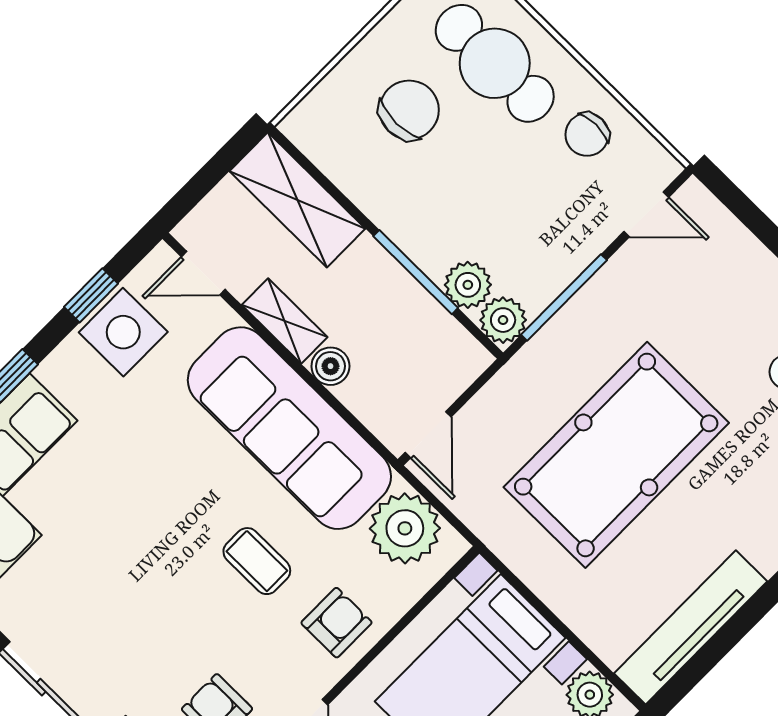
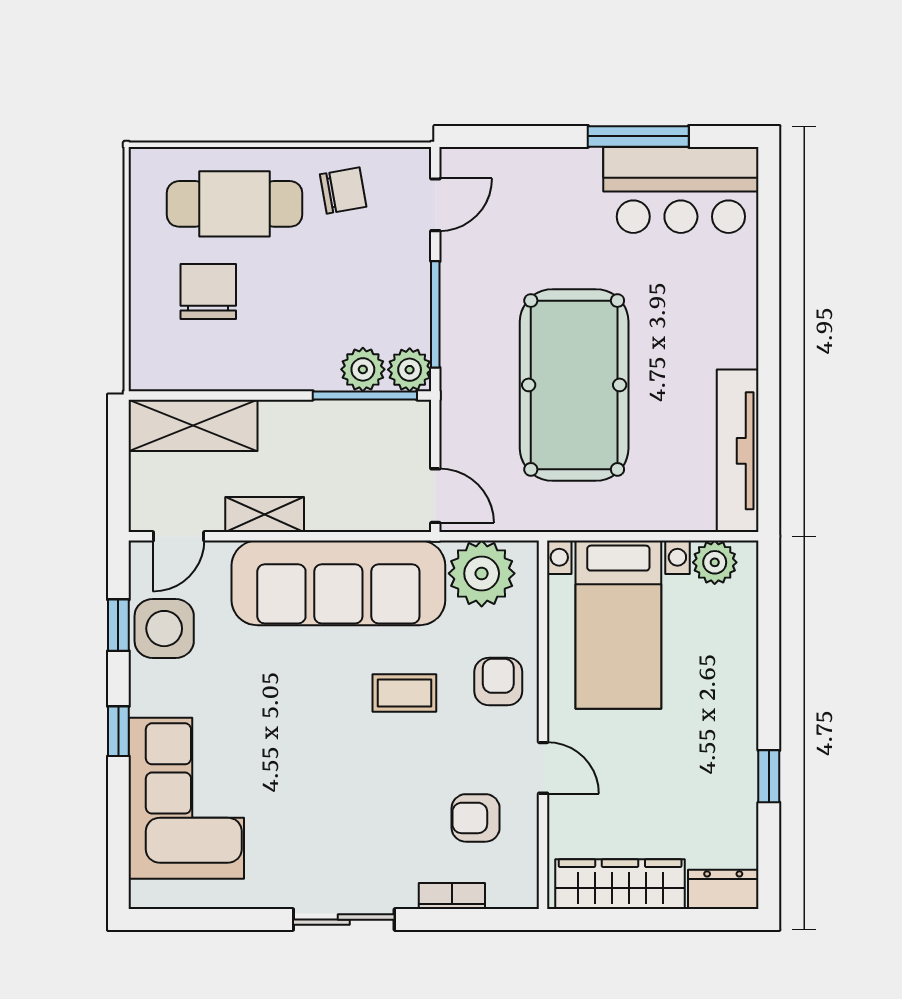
chair: (587, 135) -> (343, 191), turned -100
window: (416, 272) -> (365, 395), moved
boiler: (330, 366) -> (325, 514), removed

